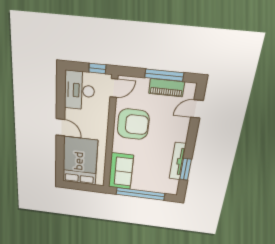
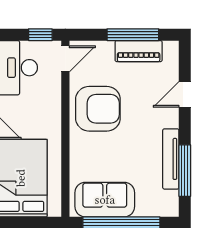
door: (197, 109) -> (185, 94), moved
window: (186, 169) -> (185, 171), width x1.44
sofa: (121, 171) -> (105, 200), moved, turned -90

